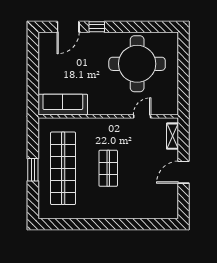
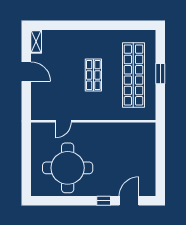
sofa: (63, 105) -> (134, 132), removed
shelving: (172, 136) -> (36, 42), moved
door: (184, 172) -> (26, 72), hinge flipped

